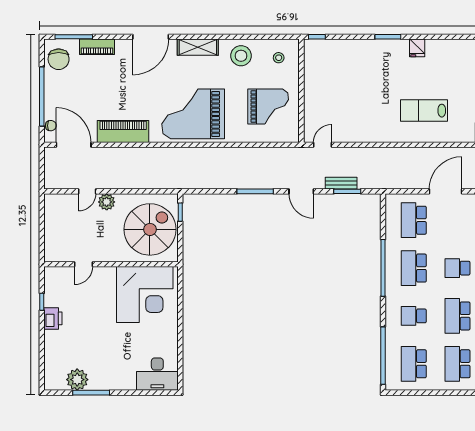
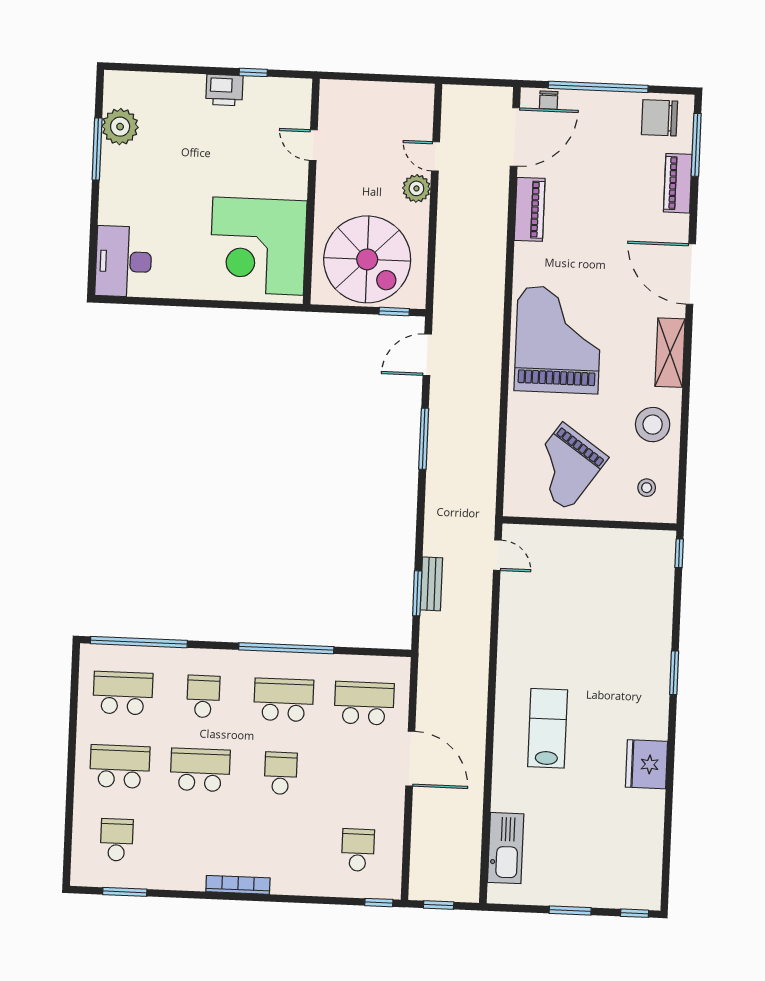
fridge: (417, 48) -> (646, 764), moved, width x1.88, depth x1.34
grand piano: (268, 107) -> (565, 466), turned 35
piano: (123, 131) -> (530, 209), width x0.73, depth x0.75
door: (301, 191) -> (427, 355), moved

